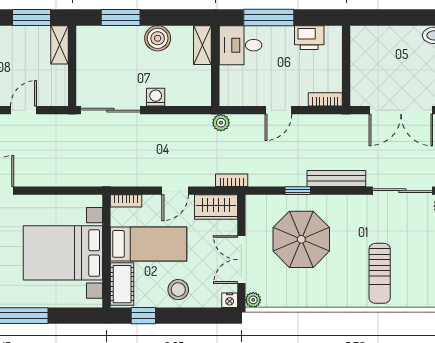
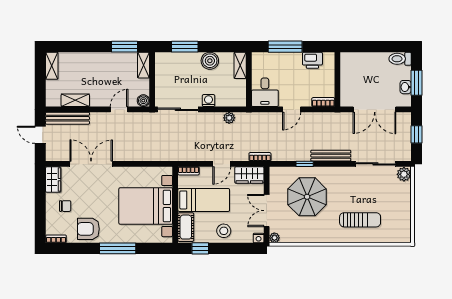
desk: (240, 45) -> (265, 92), moved, turned -90
boiler: (59, 97) -> (143, 101), added
plant: (221, 123) -> (229, 118), moved
sun lounger: (380, 273) -> (360, 220), turned -90

